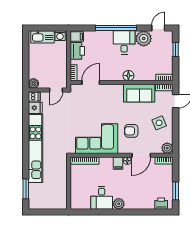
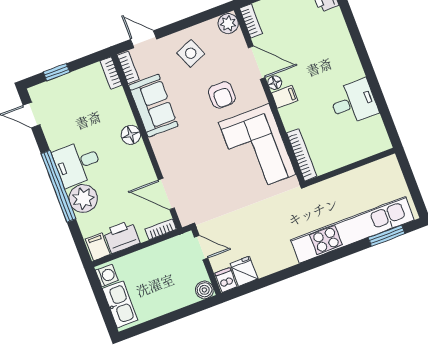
plant: (144, 38) -> (83, 199), moved
kitchen unit: (36, 149) -> (352, 230), moved
plant: (119, 204) -> (353, 70), removed

